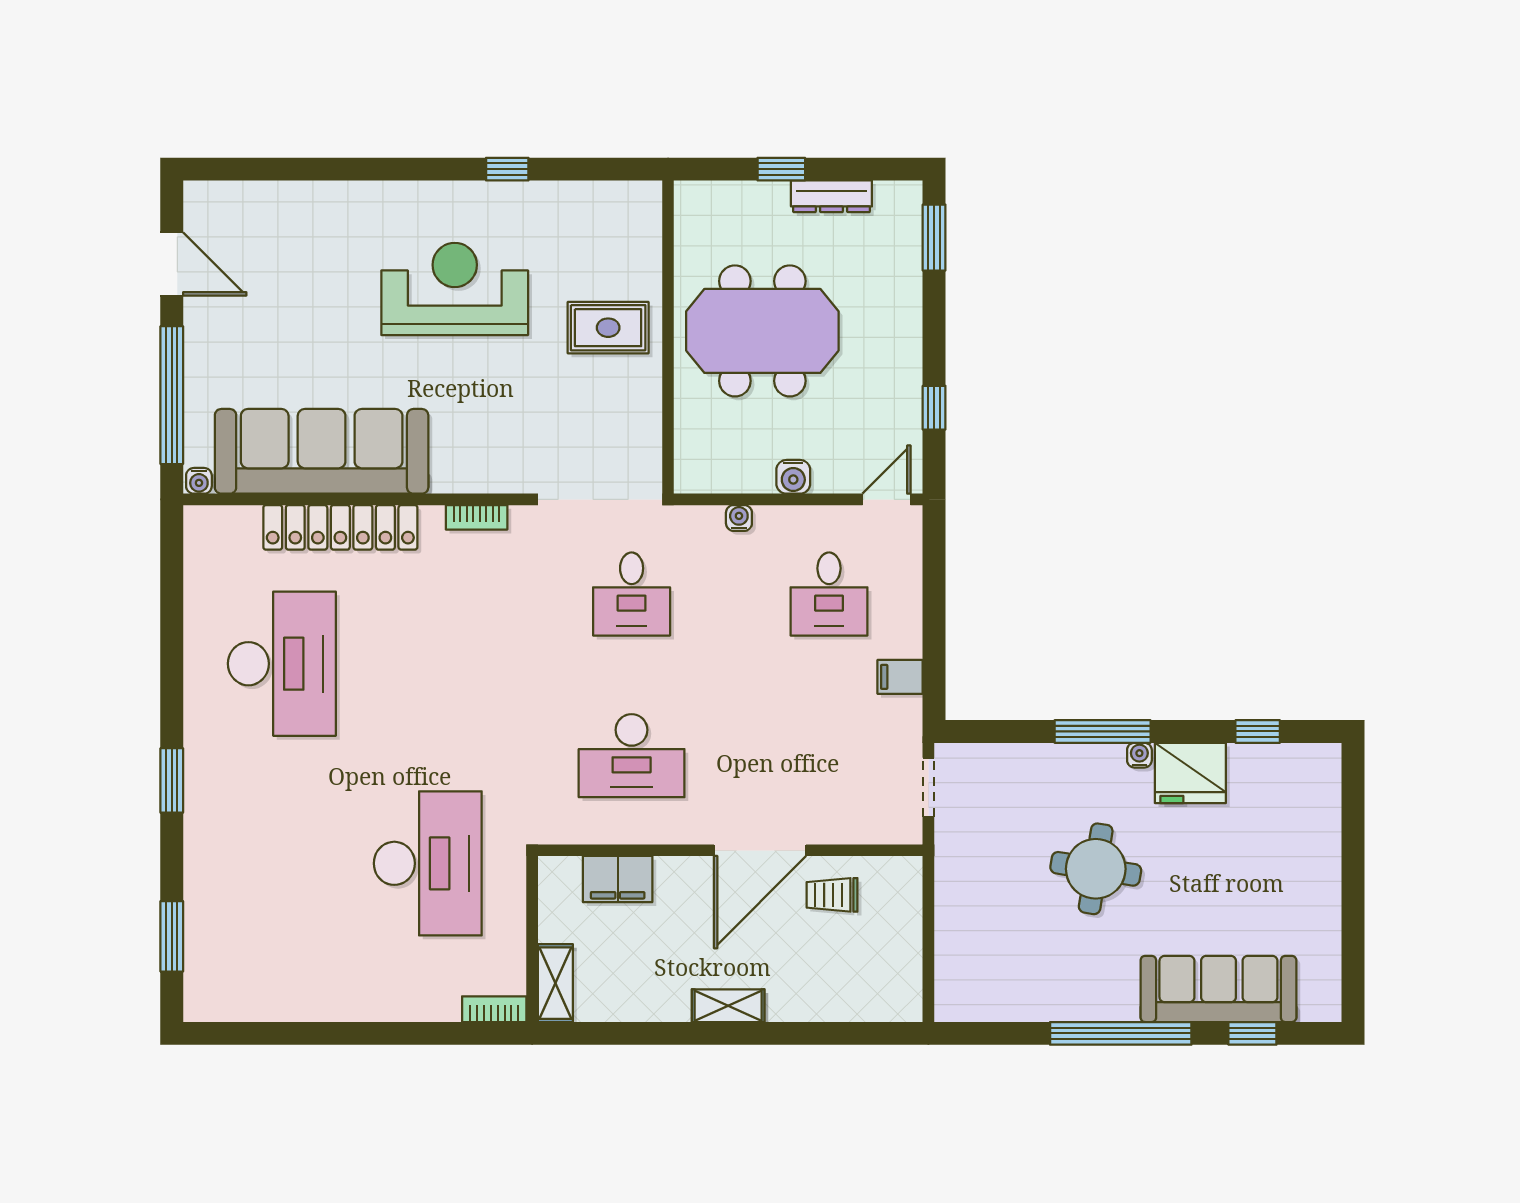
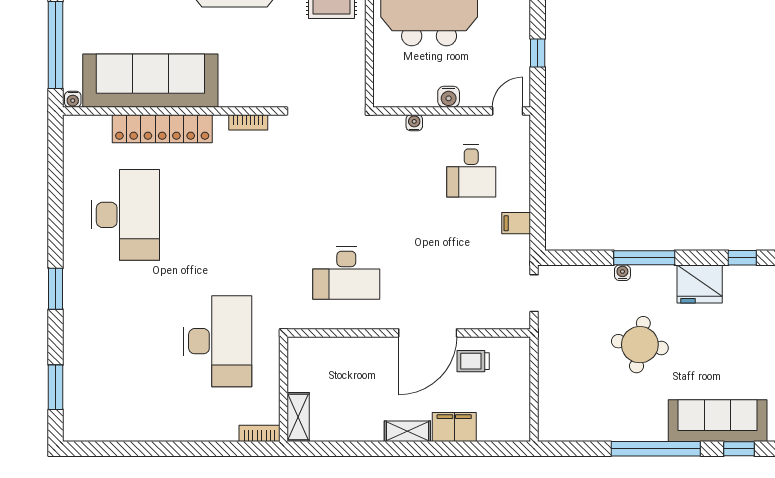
desk: (632, 594) -> (346, 171), removed
water cooler: (1139, 755) -> (622, 273), moved
filing cabinet: (618, 879) -> (454, 427), moved, turned 180

